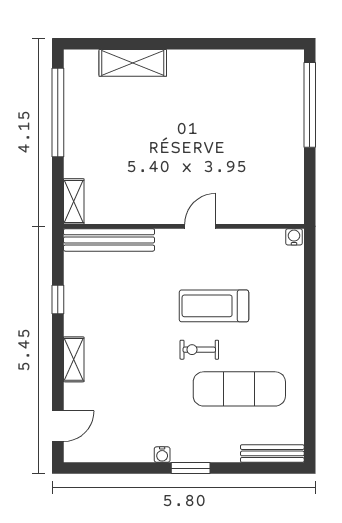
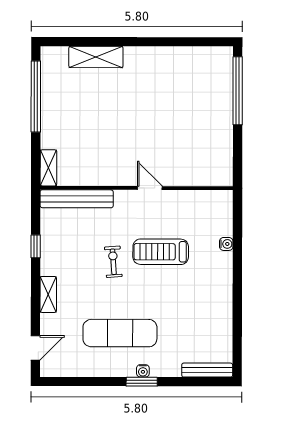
door: (200, 226) -> (150, 188), hinge flipped
water cooler: (294, 237) -> (226, 244), moved, turned 90
exercise bike: (199, 350) -> (113, 262), moved, turned 86
exercise mat: (239, 389) -> (120, 333), moved
water cooler: (162, 455) -> (143, 371), moved

